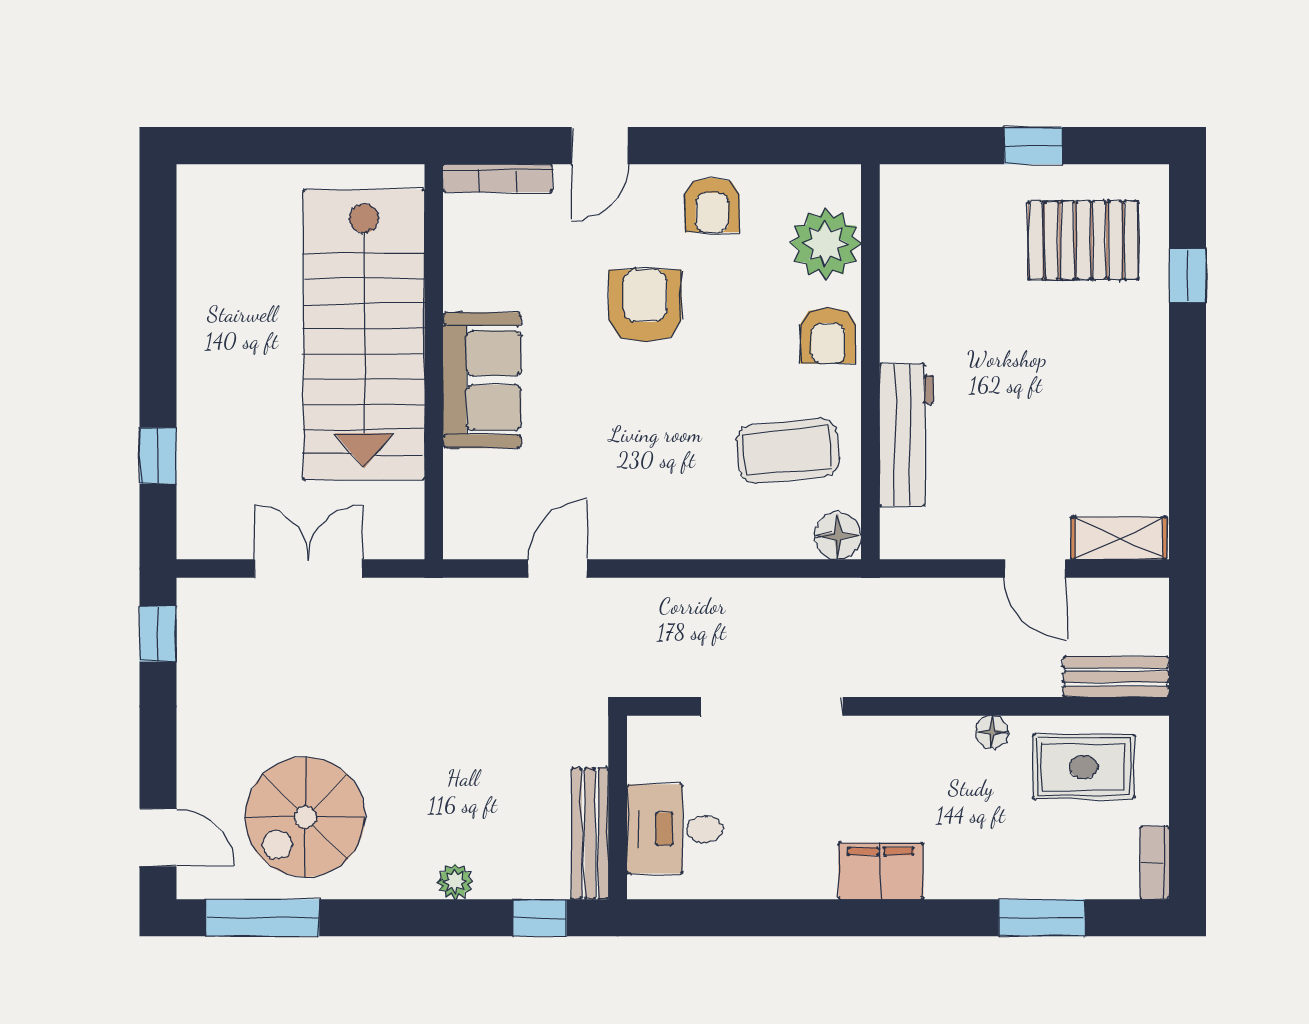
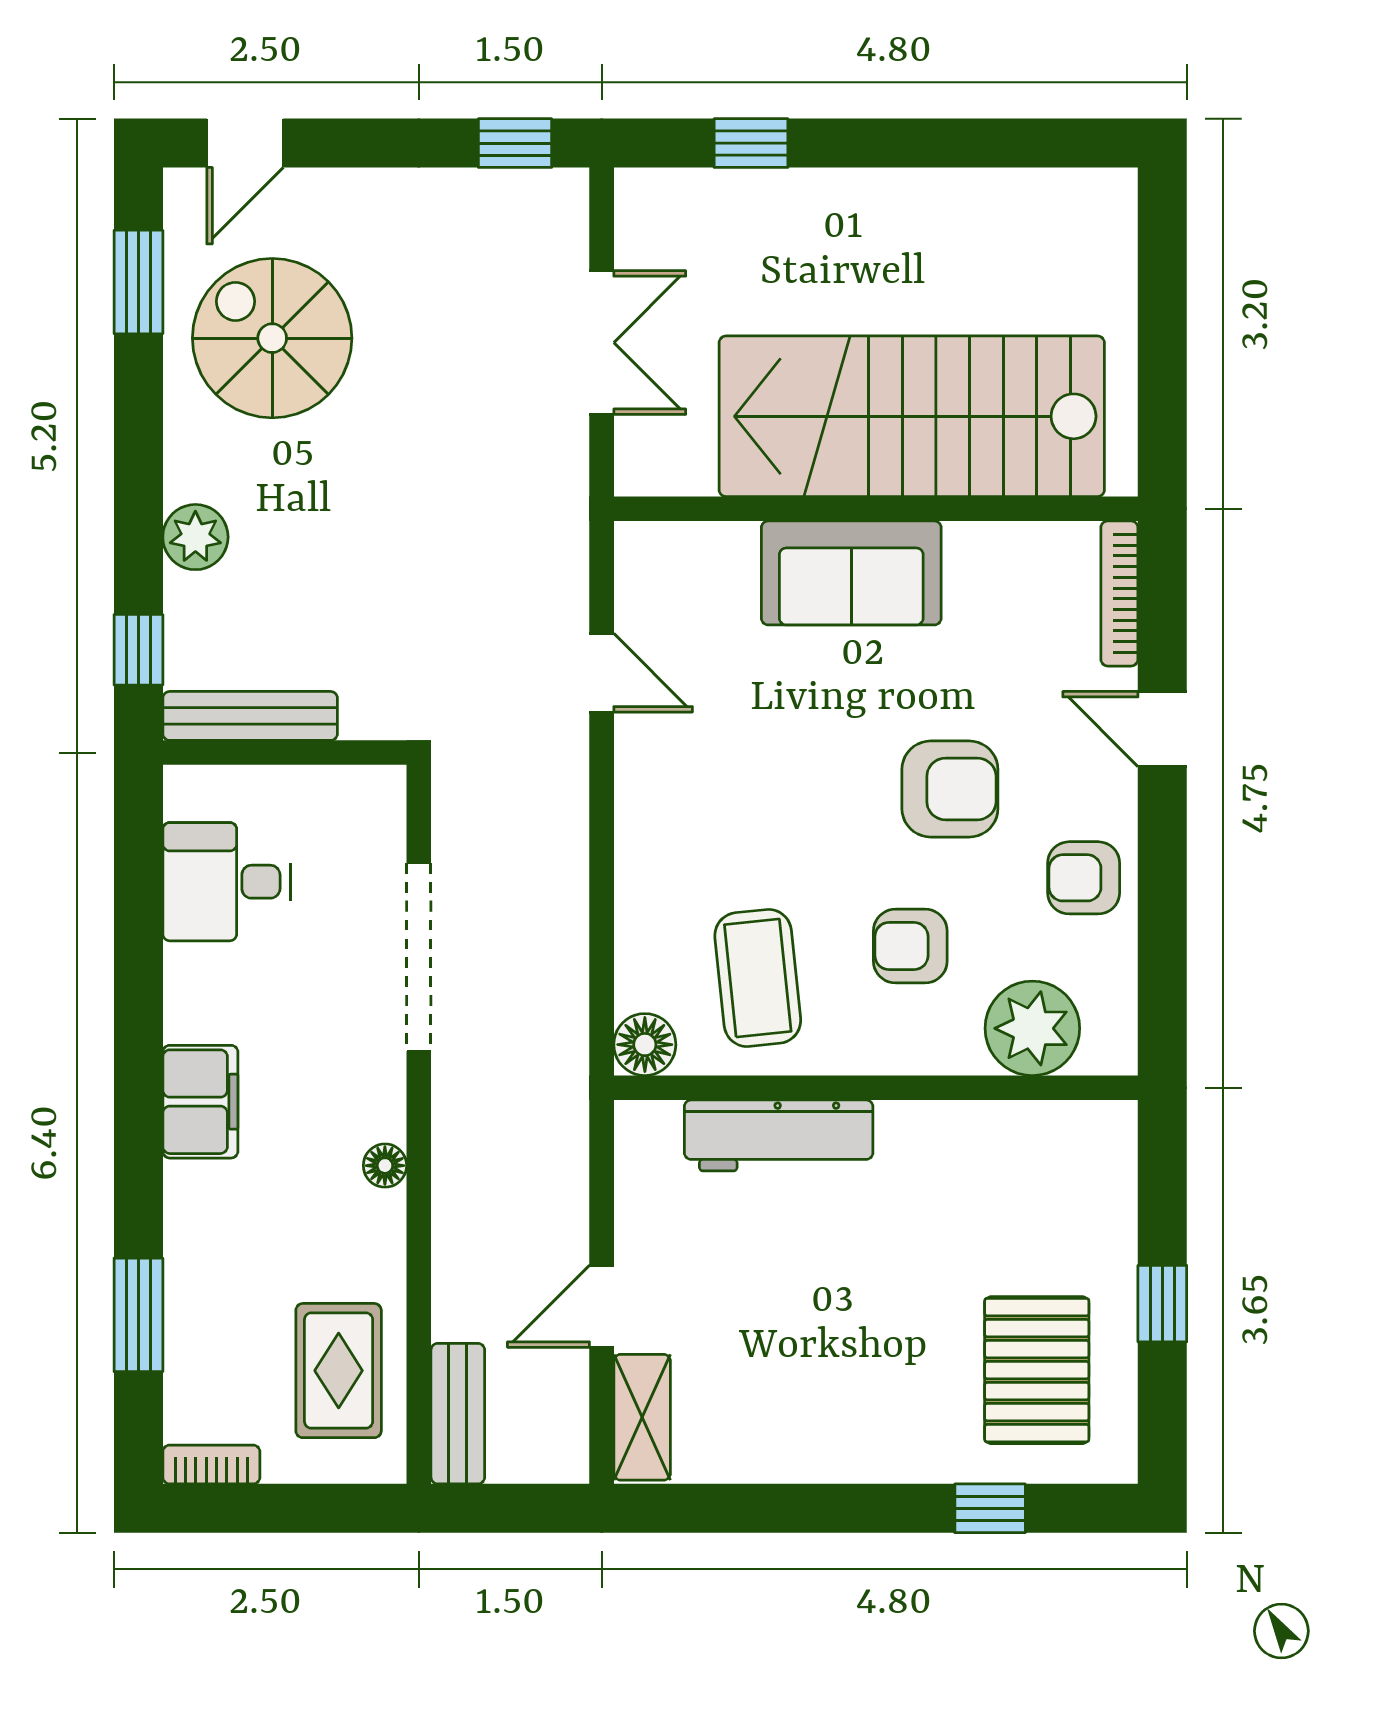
armchair: (828, 335) -> (910, 946), moved
floor lamp: (992, 732) -> (385, 1166), moved
desk: (675, 829) -> (227, 882), moved, turned -90
plant: (455, 882) -> (195, 537), width x1.38, depth x1.38
window: (263, 918) -> (138, 282), width x0.69

